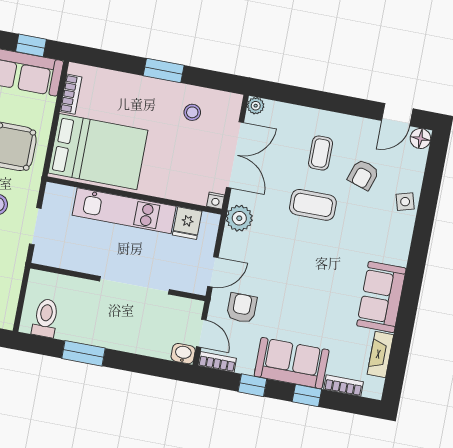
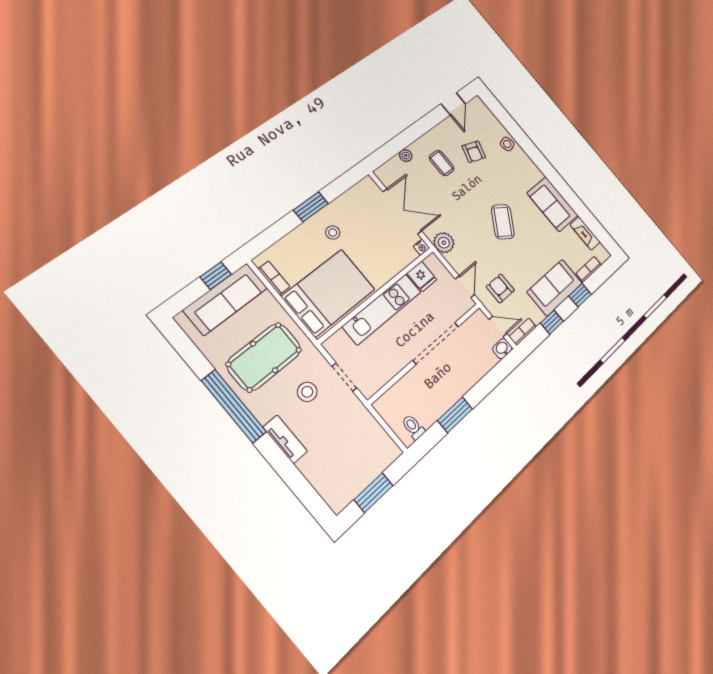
plant: (256, 106) -> (406, 156), moved
stool: (192, 112) -> (333, 233), moved
floor lamp: (420, 139) -> (477, 104), removed
coffee table: (313, 205) -> (503, 222), moved, turned -56
toilet: (46, 318) -> (413, 427), width x0.73, depth x0.72

